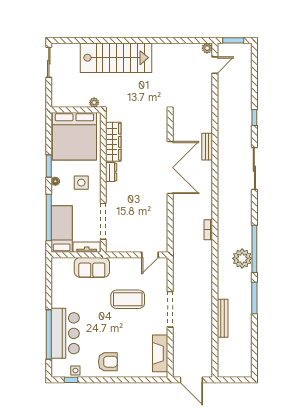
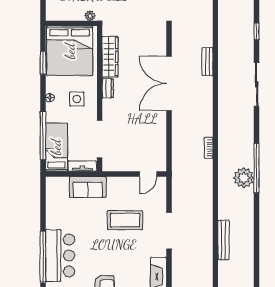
window: (49, 166) -> (43, 63), moved
double door: (170, 168) -> (169, 83), swing flipped
window: (254, 298) -> (257, 219), removed

